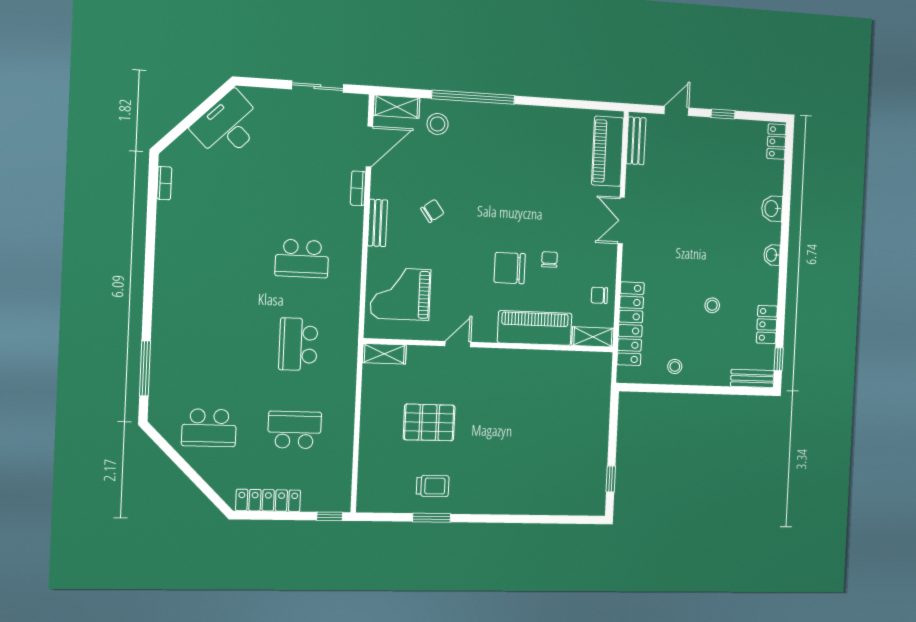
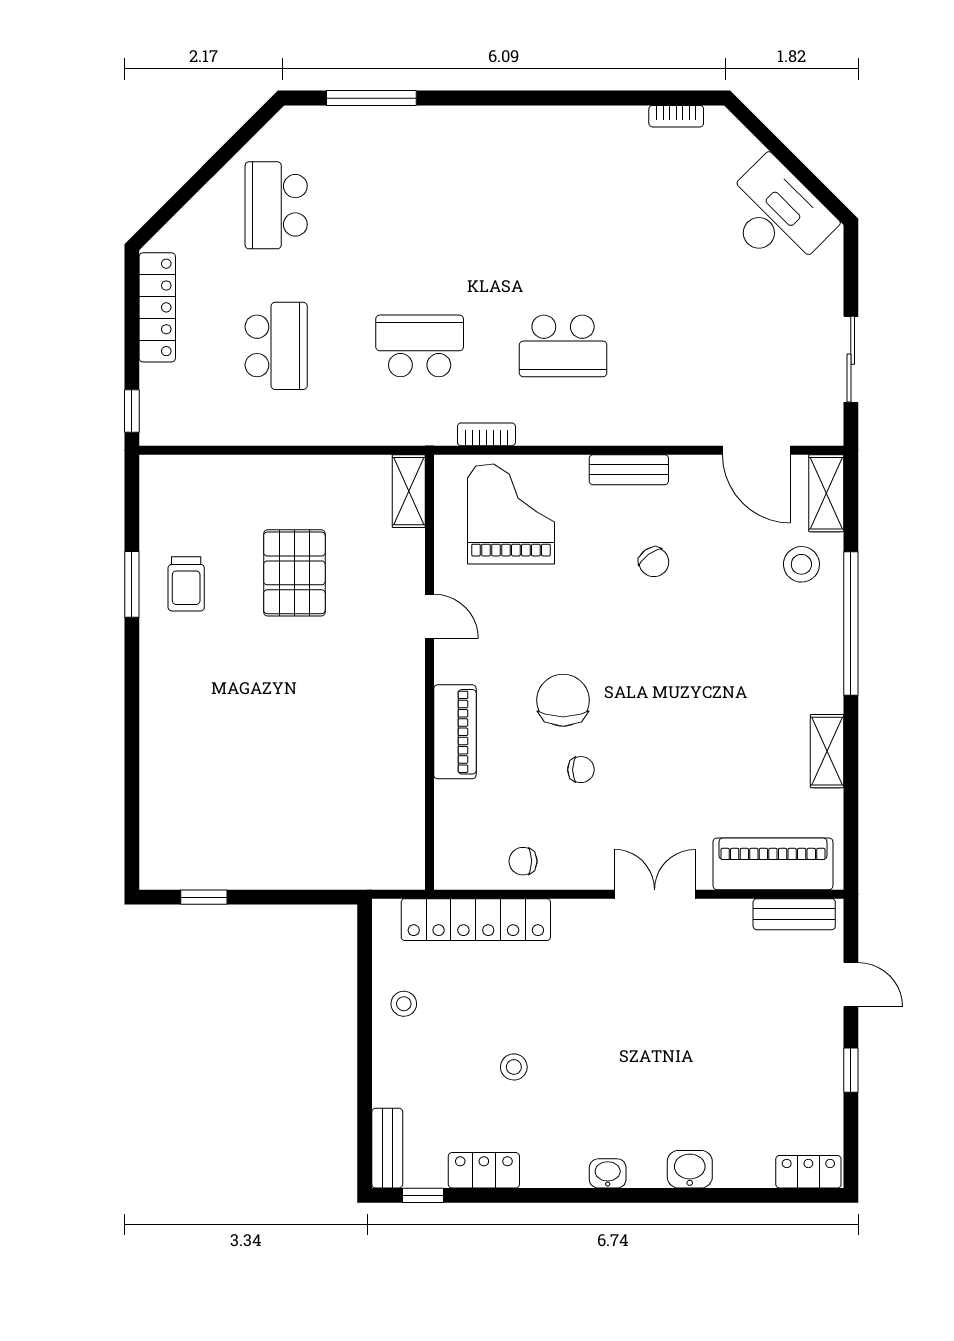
bookcase: (358, 188) -> (486, 434), moved
school desk: (302, 259) -> (563, 346), turned -90
chair: (599, 295) -> (523, 861), turned -90
piano: (535, 328) -> (455, 732), width x0.73, depth x0.75
shelving: (593, 337) -> (827, 751), moved

